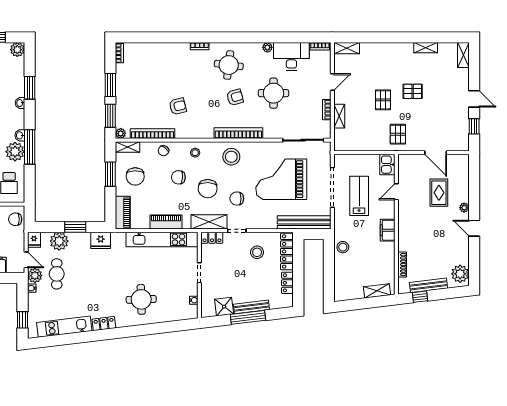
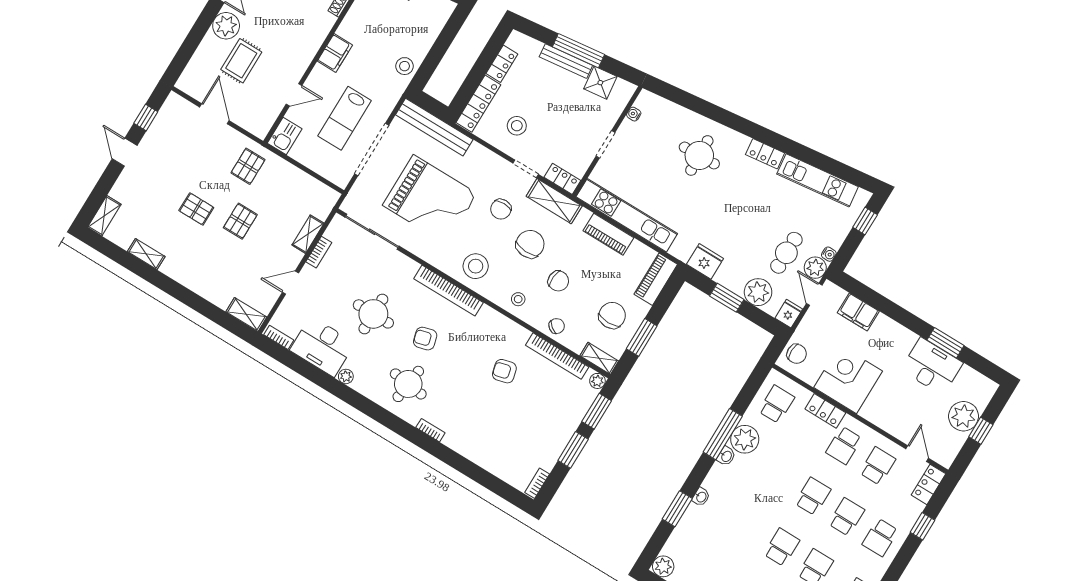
chair: (237, 199) -> (501, 209), turned 90
plant: (464, 208) -> (226, 26), width x1.88, depth x1.88

